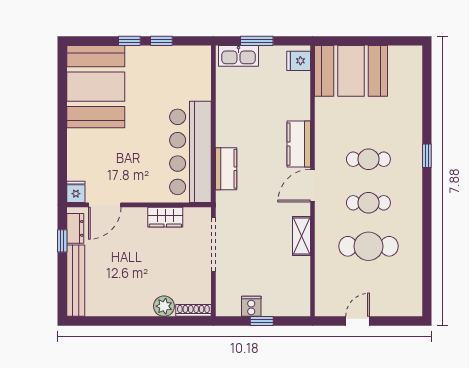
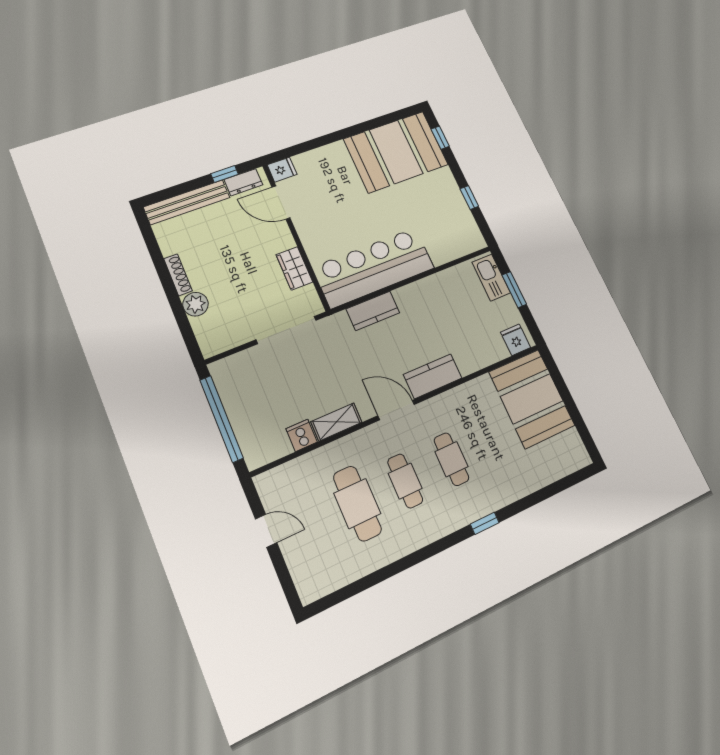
window: (129, 41) -> (440, 138), moved
cooker: (251, 306) -> (302, 435), moved, turned -90
shoe rack: (193, 310) -> (178, 275), moved
window: (262, 321) -> (221, 419), width x3.17

